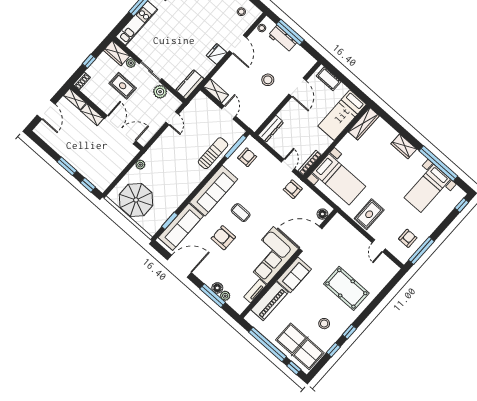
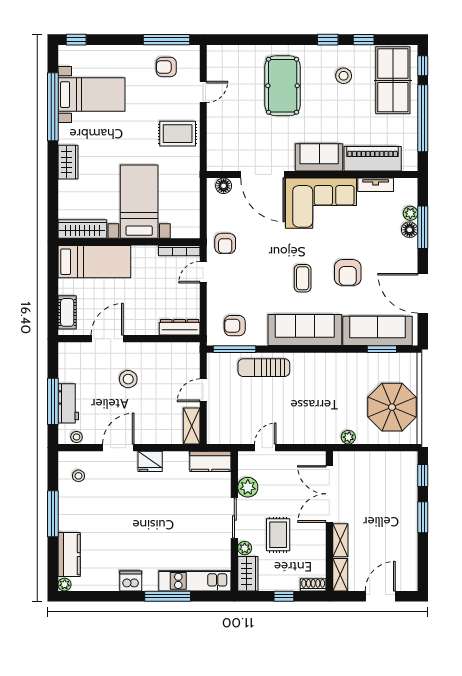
bed with nightstands: (339, 179) -> (139, 202), moved

